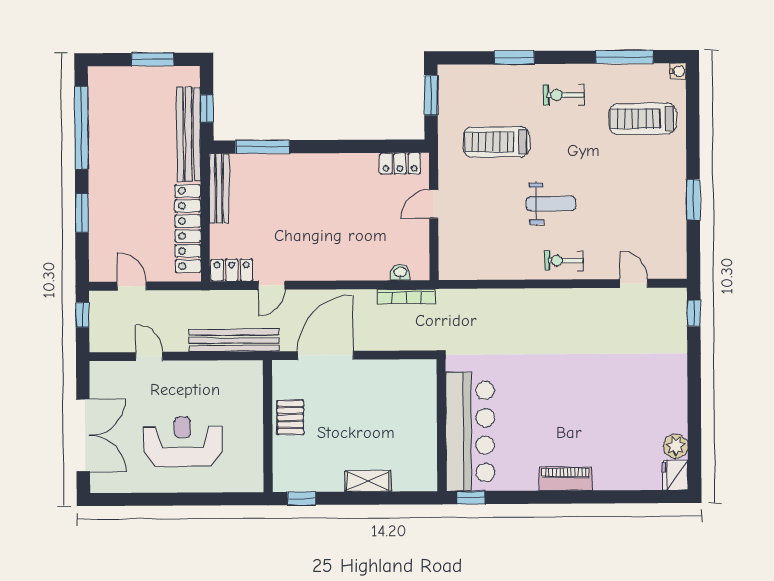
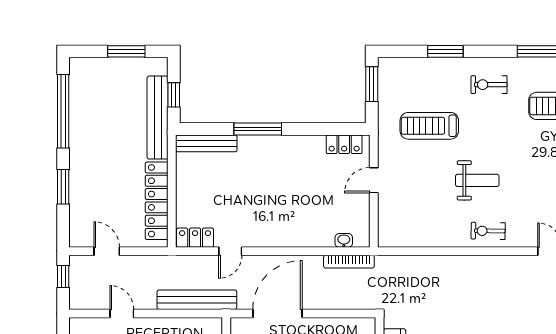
window: (263, 147) -> (258, 129), moved
bench: (219, 188) -> (206, 143), moved, turned 90

